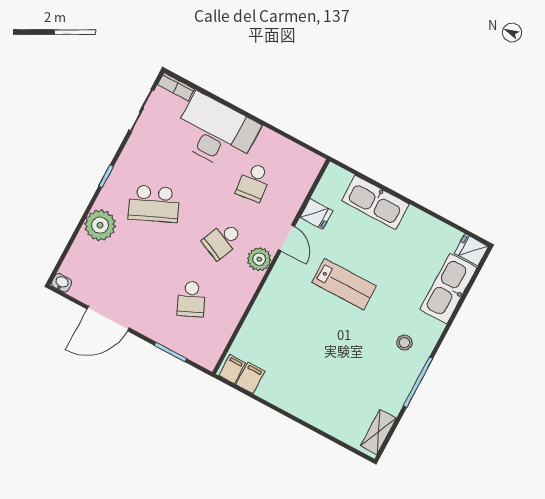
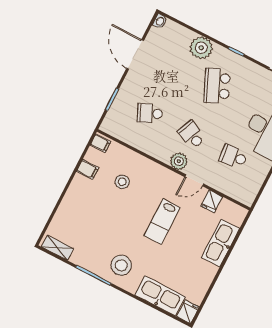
stool: (287, 339) -> (122, 182), added
stool: (404, 343) -> (121, 265), width x1.89, depth x1.89
filing cabinet: (250, 378) -> (88, 170), moved

